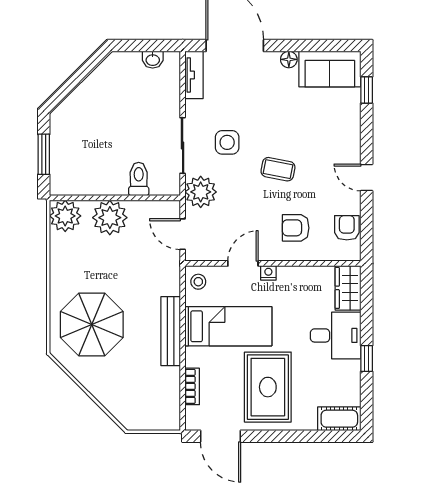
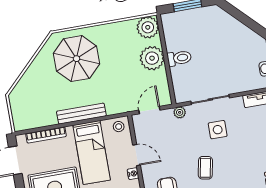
toilet: (139, 179) -> (179, 58), moved
plant: (201, 192) -> (180, 112), width x0.53, depth x0.53
bookcase: (192, 386) -> (46, 135), width x1.56

